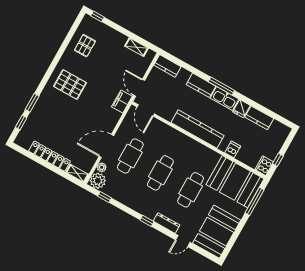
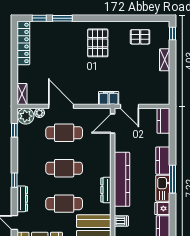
shelving: (136, 47) -> (165, 60), moved
door: (139, 88) -> (129, 106), swing flipped
dresser: (199, 148) -> (106, 190), added
locker: (49, 156) -> (23, 43), moved

